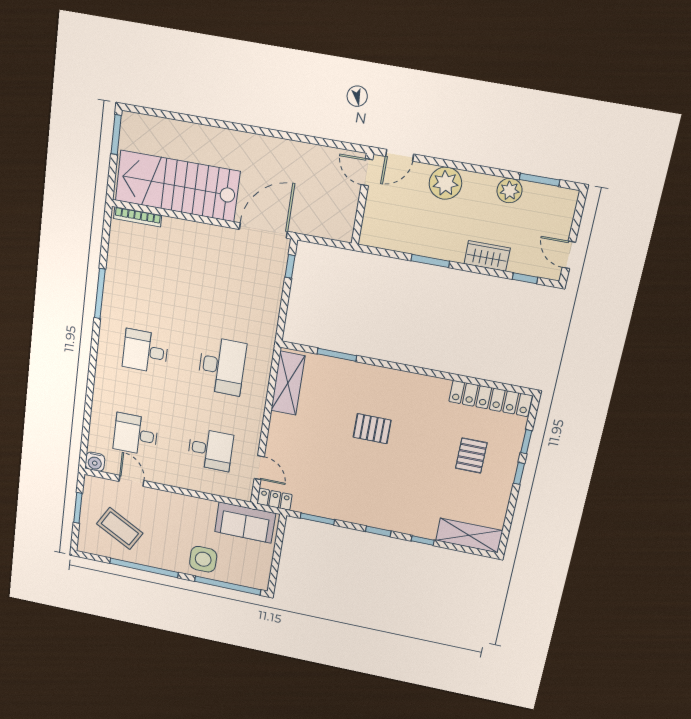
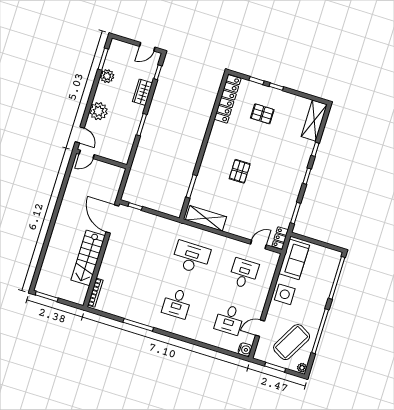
stairs: (177, 186) -> (88, 258), width x0.73, depth x0.66
coffee table: (120, 528) -> (292, 342), width x1.36, depth x1.32
plant: (85, 546) -> (302, 368), added
side table: (203, 559) -> (285, 294), moved

